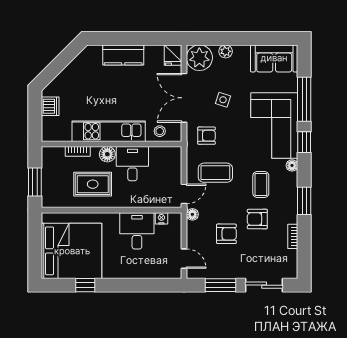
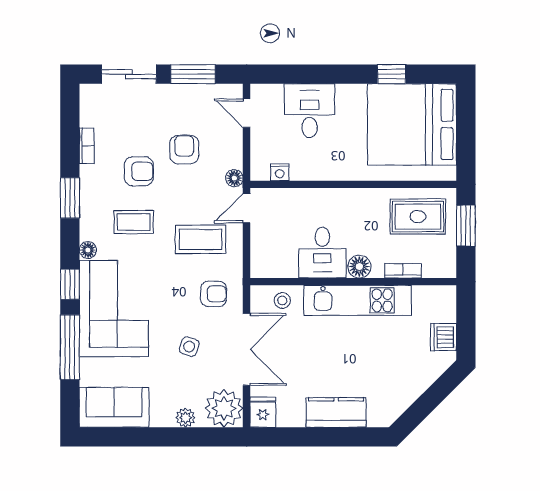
armchair: (207, 136) -> (214, 294), turned 180
rug: (93, 184) -> (418, 217), moved
coffee table: (261, 184) -> (134, 222), turned 90
desk: (137, 231) -> (310, 111), moved, turned 180
armchair: (226, 234) -> (184, 150), turned 90

